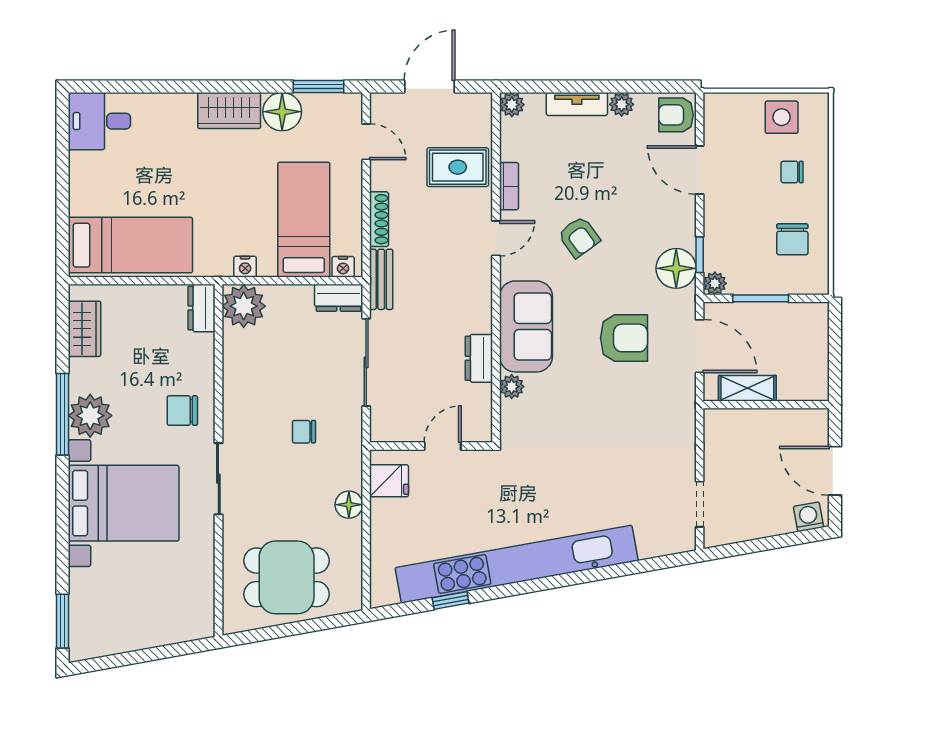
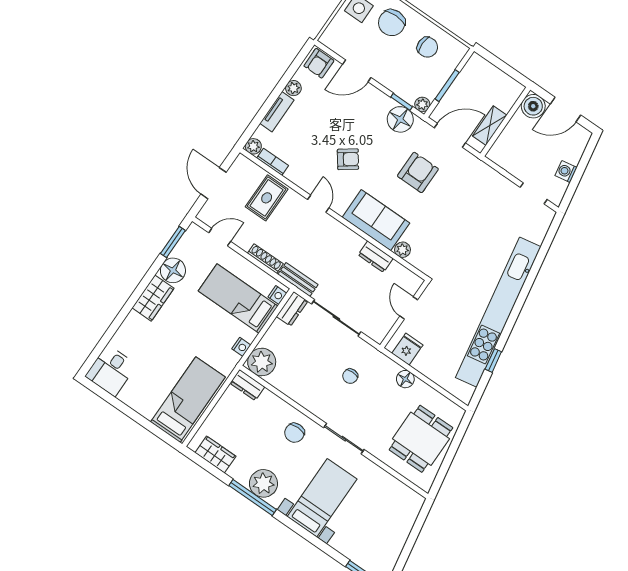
chair: (792, 172) -> (392, 23), width x1.87, depth x1.87
bookcase: (509, 186) -> (273, 162), moved
boiler: (811, 427) -> (533, 106), added
bed with nightstands: (124, 503) -> (322, 498), width x0.73
washing machine: (808, 517) -> (566, 171), moved

